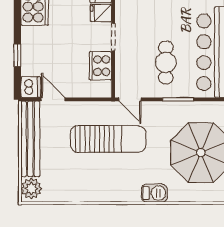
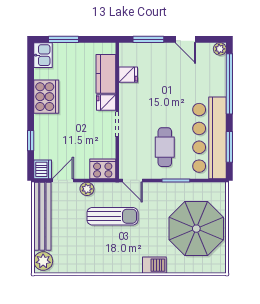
cooker: (100, 66) -> (103, 169), moved, turned 90
door: (53, 99) -> (63, 180), hinge flipped
plant: (80, 109) -> (87, 189), added
sun lounger: (108, 139) -> (113, 216), width x0.73, depth x0.75

